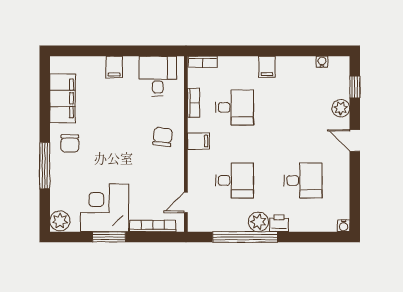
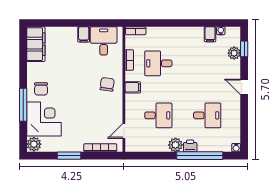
filing cabinet: (114, 67) -> (84, 34), moved
filing cabinet: (267, 67) -> (210, 34), moved
filing cabinet: (63, 98) -> (36, 44), moved
desk: (234, 107) -> (158, 63), turned 180
plant: (341, 108) -> (234, 53), moved
corner desk: (105, 208) -> (44, 119), moved, turned 90
window: (245, 237) -> (200, 156), moved

